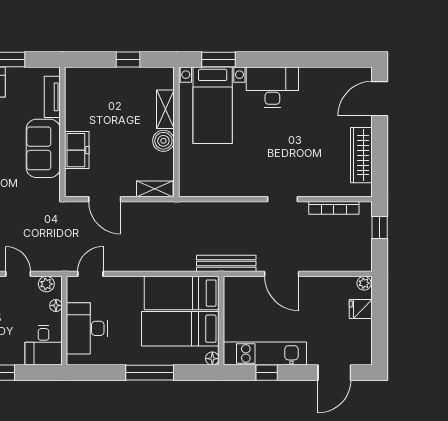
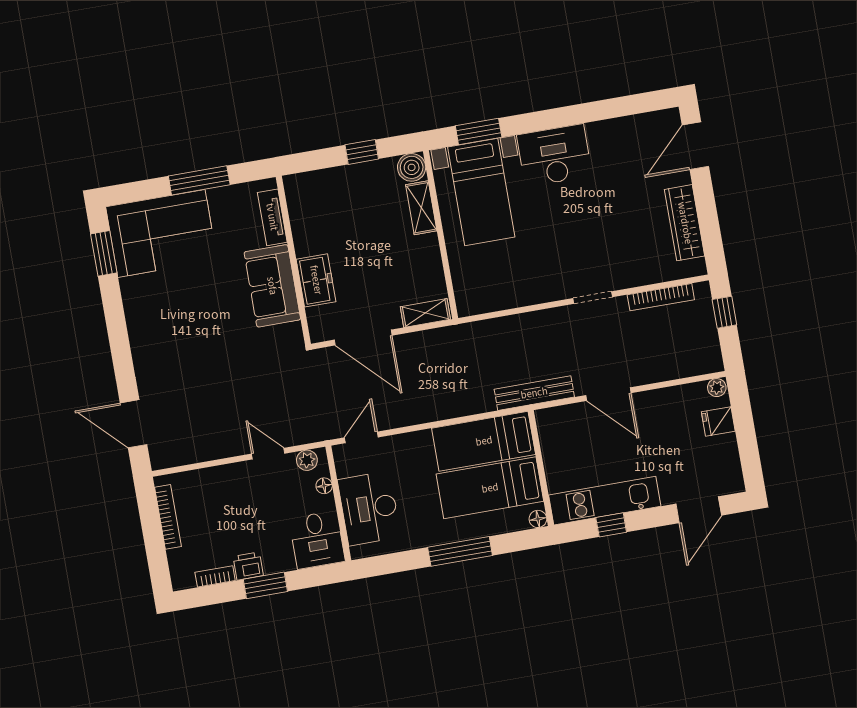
boiler: (163, 141) -> (412, 167), moved
door: (105, 199) -> (363, 338), width x1.36

